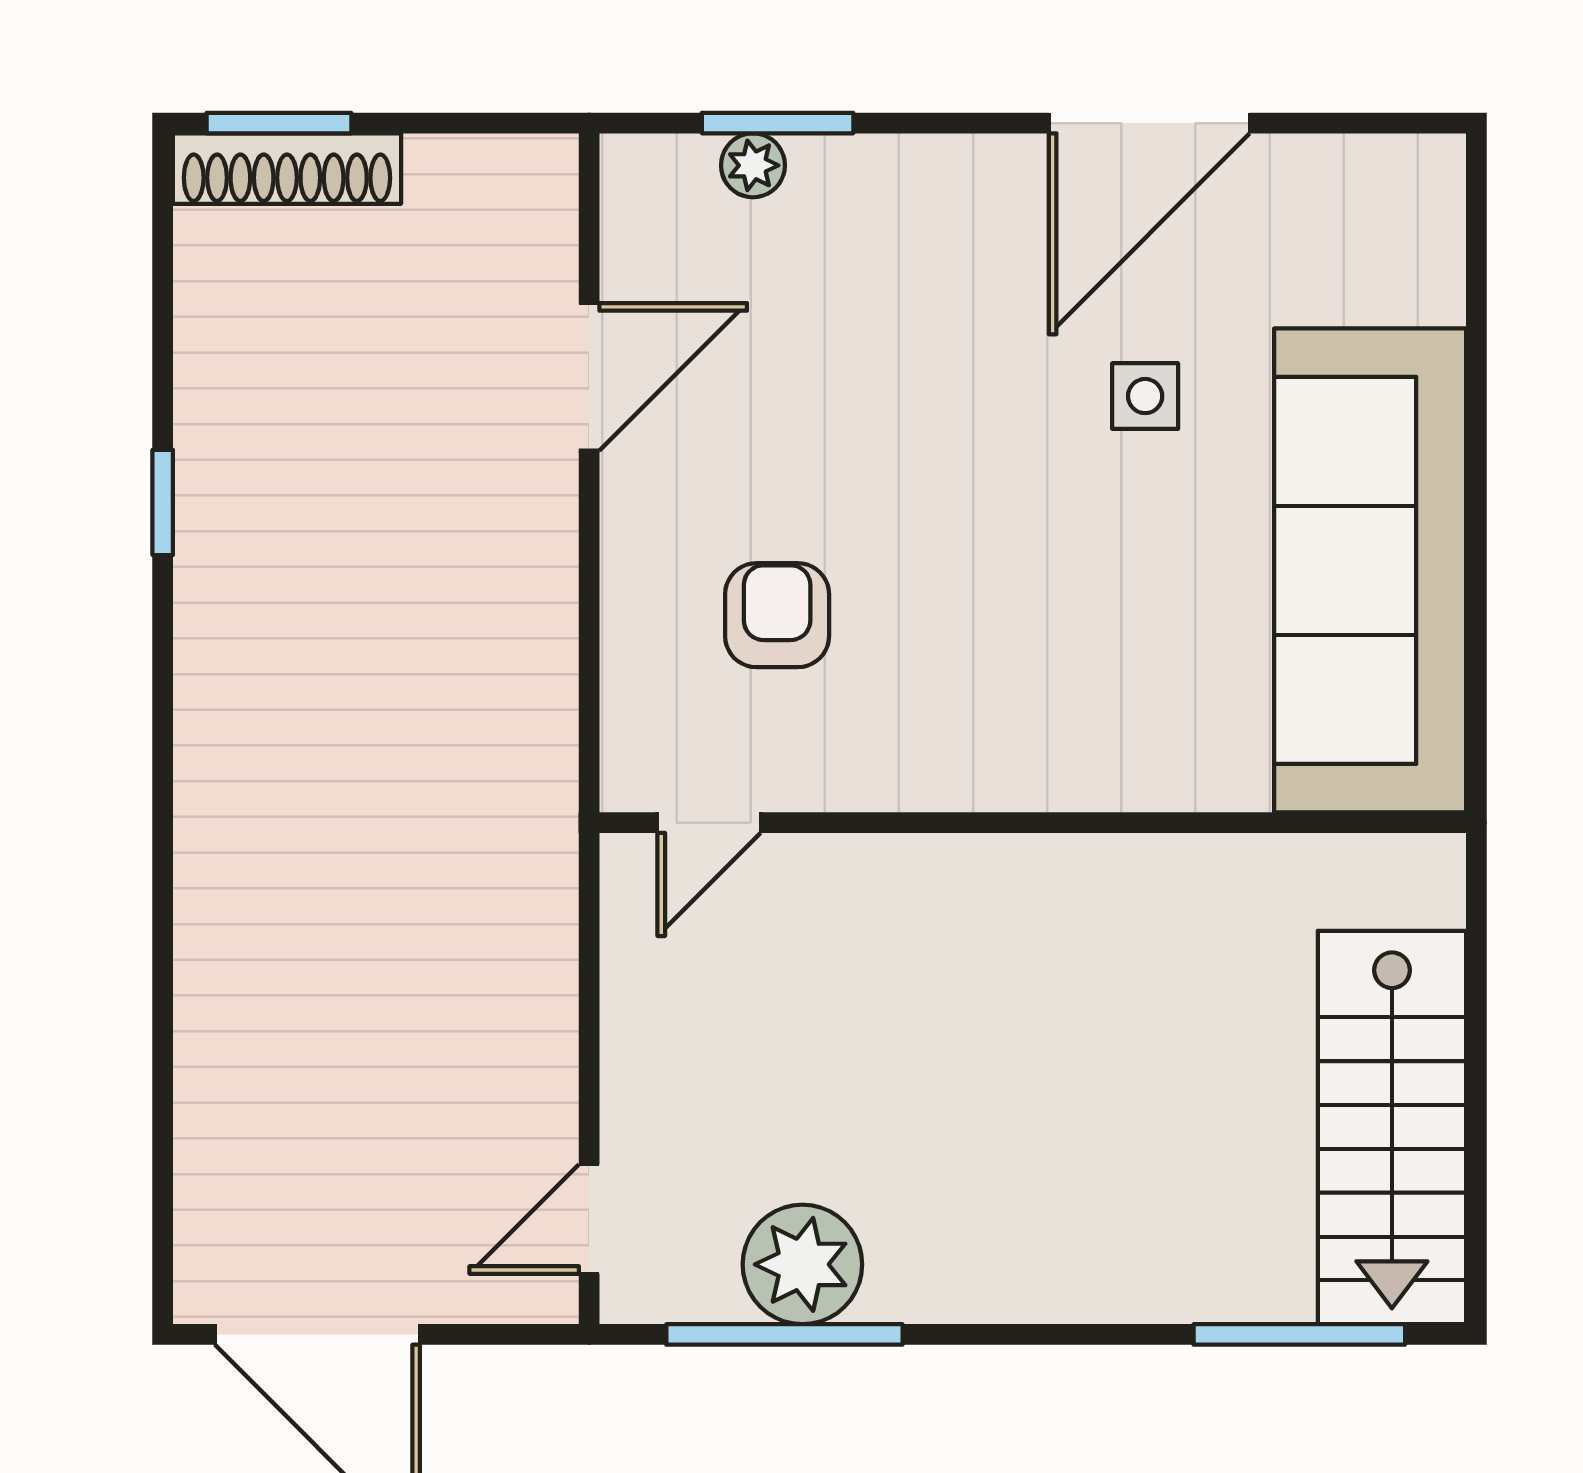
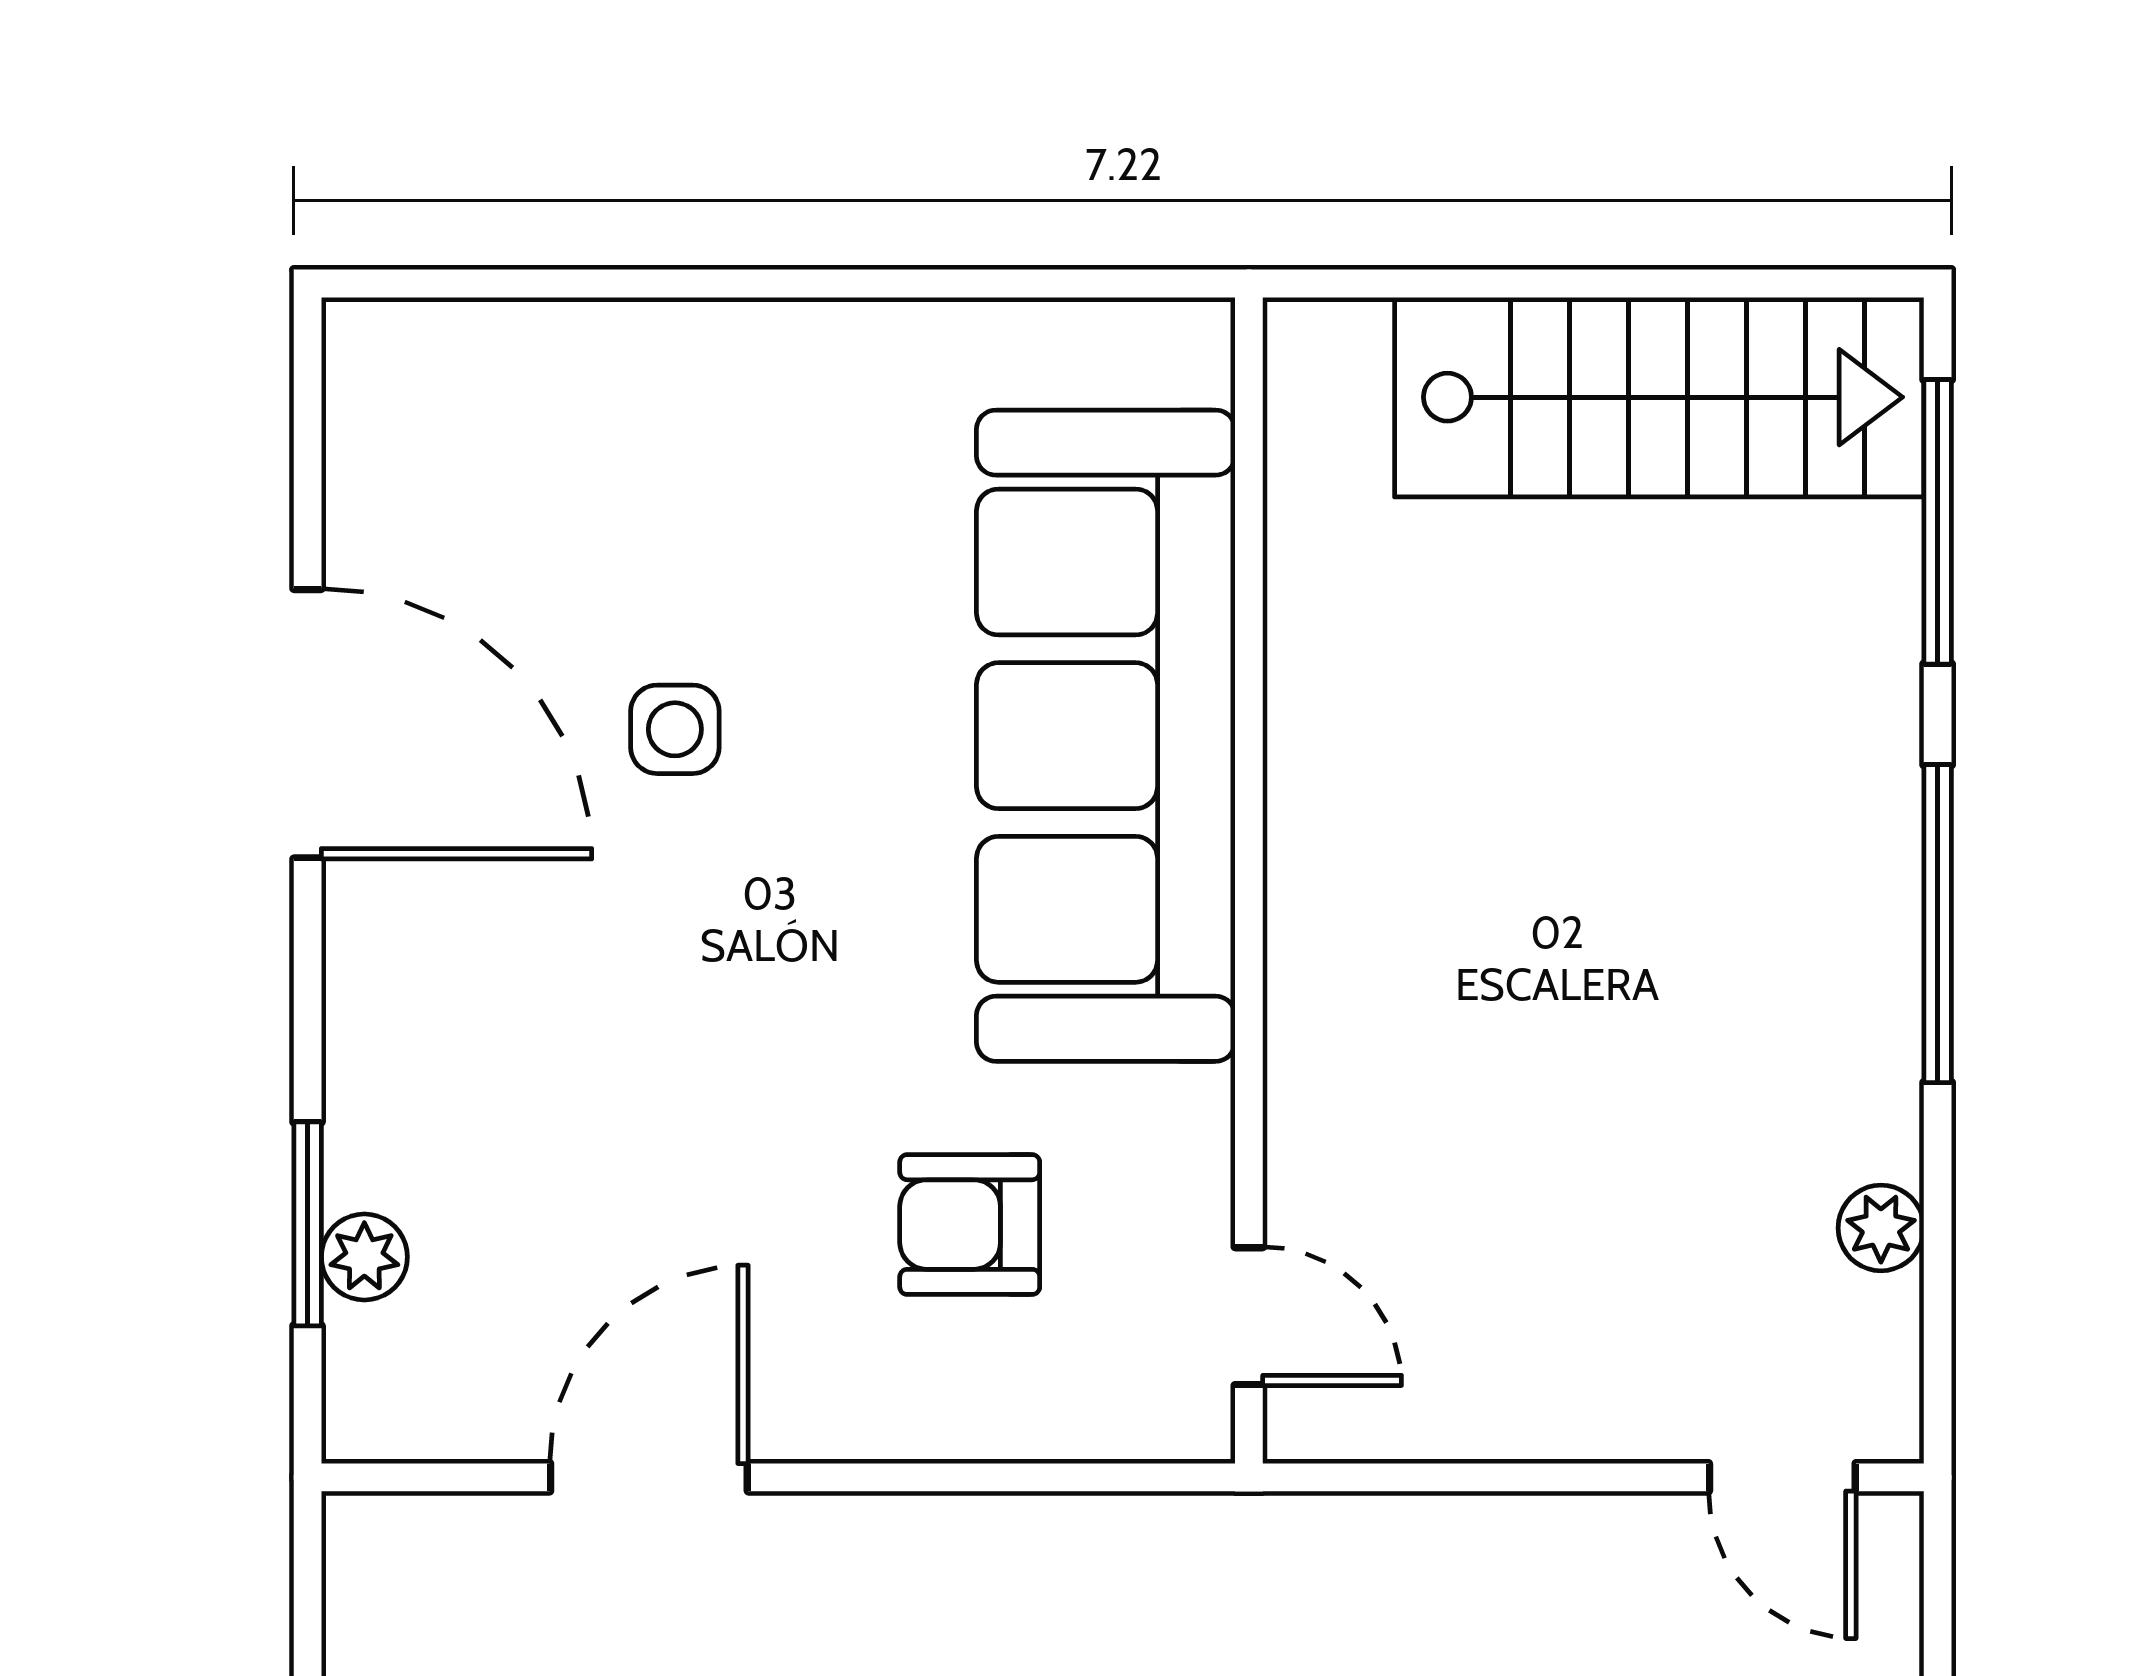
door: (589, 377) -> (649, 1477), hinge flipped
sofa: (1370, 570) -> (1106, 736), moved, turned 90
plant: (802, 1264) -> (1881, 1228), width x0.53, depth x0.53
window: (784, 1334) -> (1938, 924), moved

